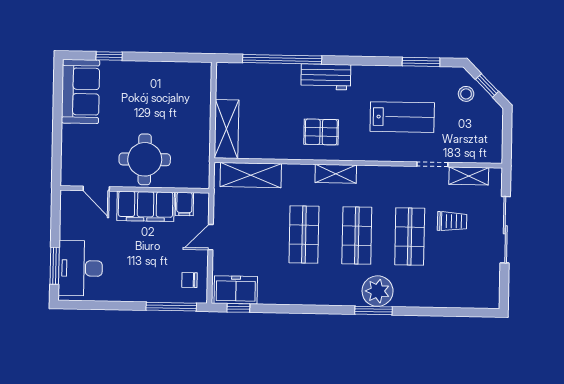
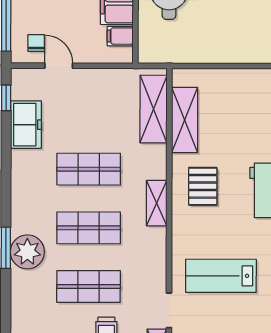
lab bench: (402, 117) -> (221, 276), turned 90
shelving: (226, 129) -> (185, 120), moved, turned 90
door: (211, 237) -> (59, 66), moved
freezer: (236, 290) -> (26, 125), moved

